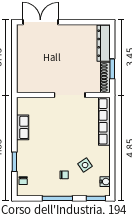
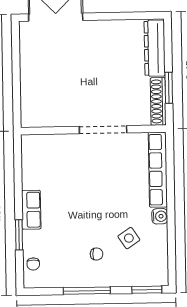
row of seats: (23, 127) -> (31, 210), moved
water cooler: (105, 182) -> (160, 216), moved

